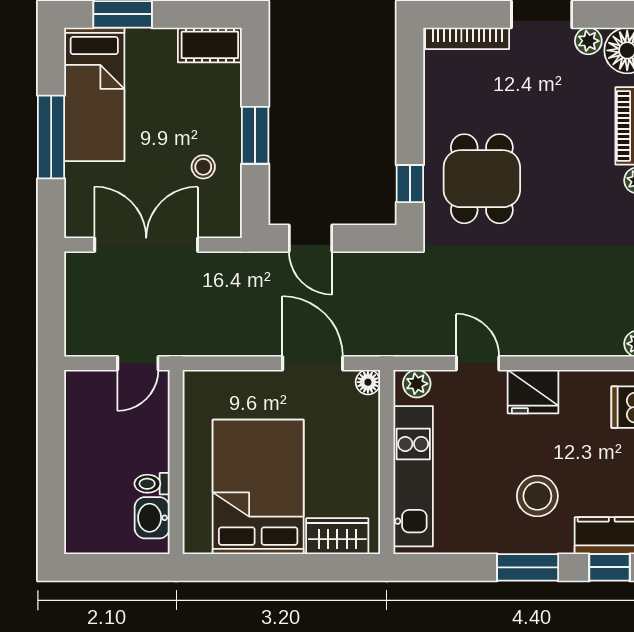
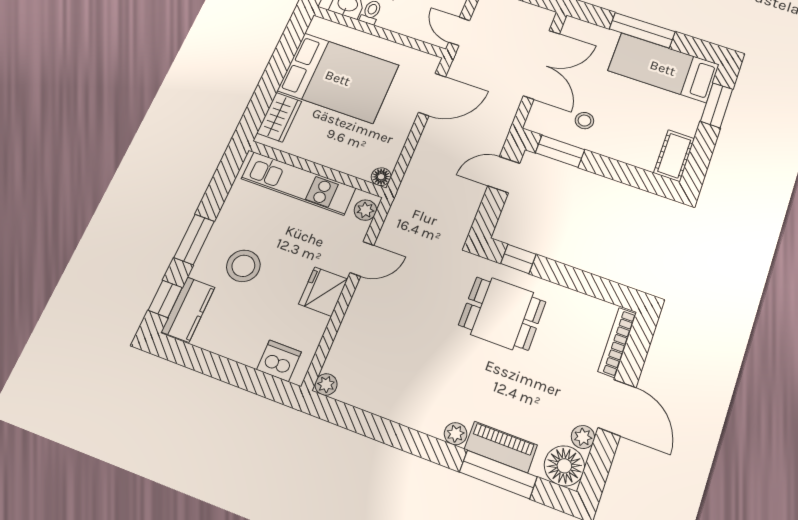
window: (255, 135) -> (560, 151), moved
door: (313, 363) -> (432, 95), moved

